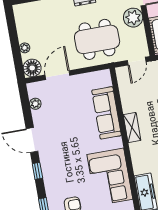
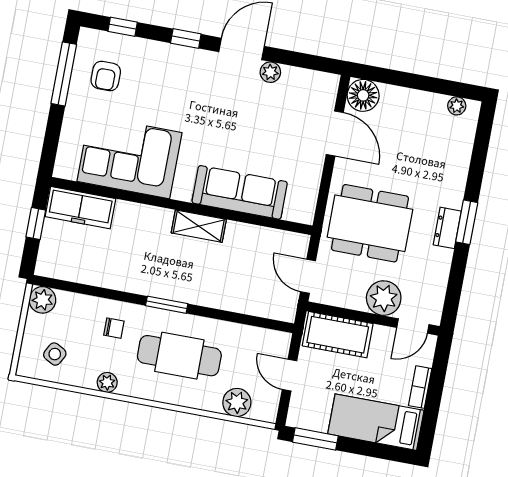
dining table: (97, 39) -> (370, 223), turned 90
plant: (25, 48) -> (457, 106), moved
plant: (35, 104) -> (270, 72), moved

